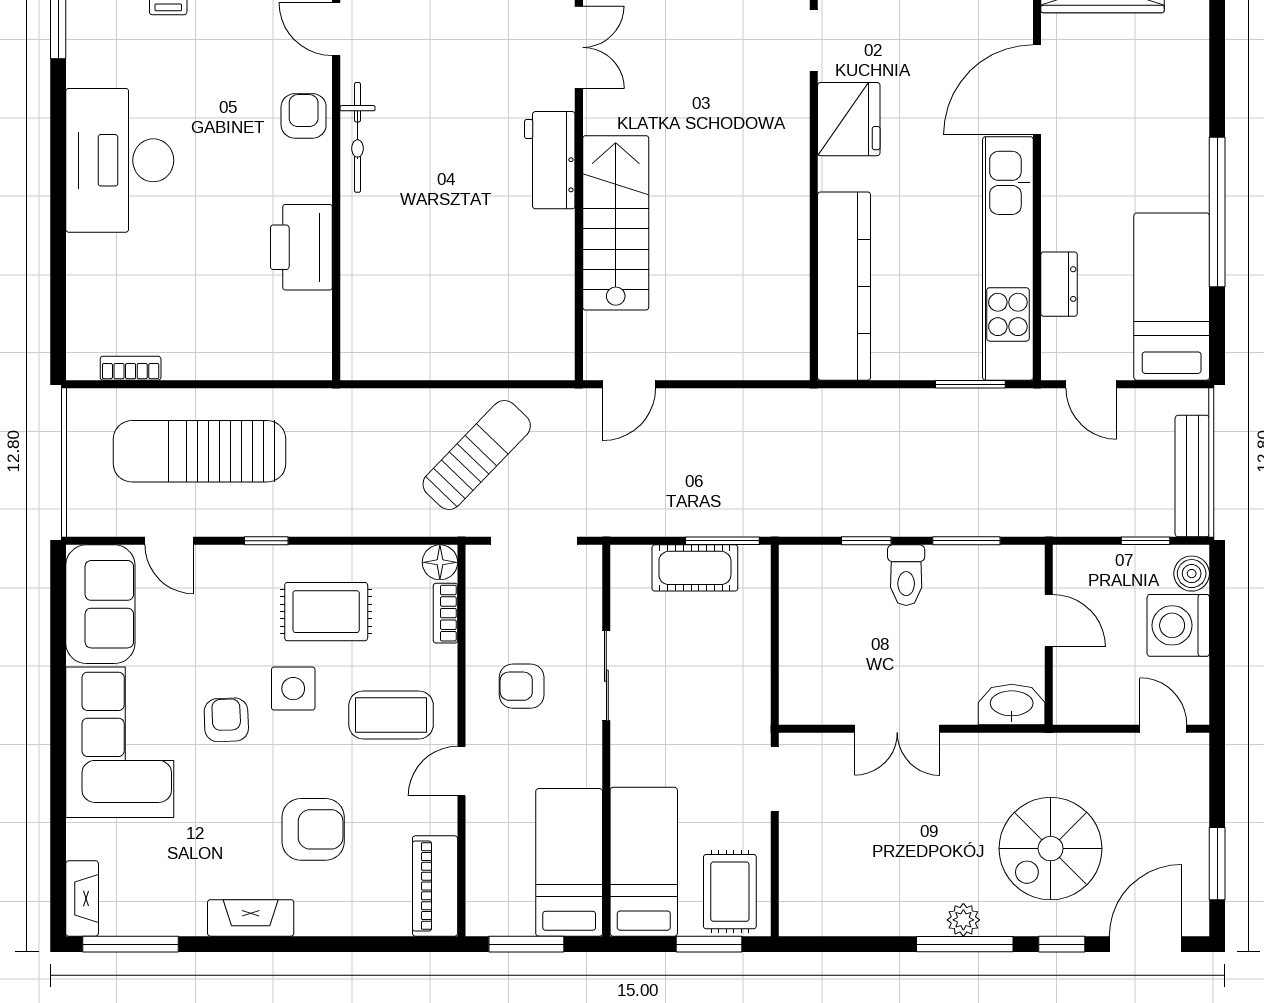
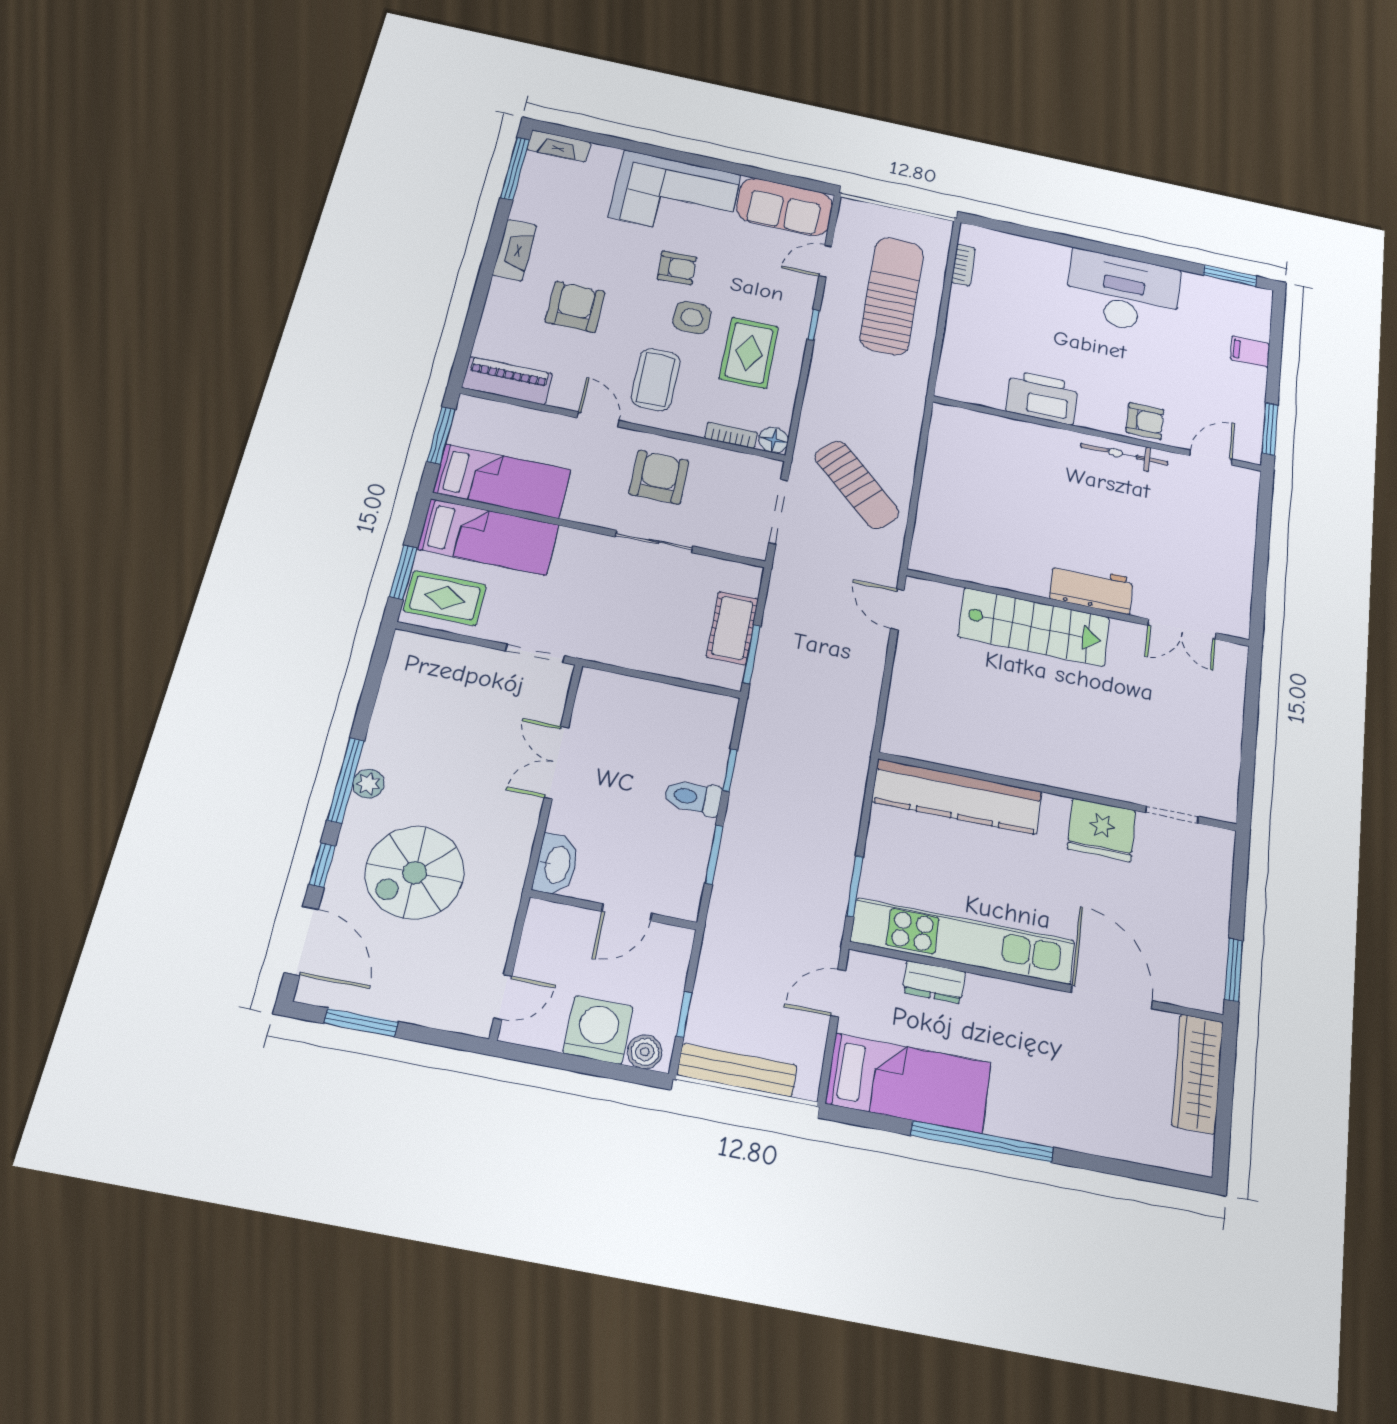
armchair: (522, 686) -> (659, 477), width x1.38, depth x1.38
armchair: (313, 829) -> (575, 307), turned 180
spiral stairs: (1051, 849) -> (415, 873), turned -90

